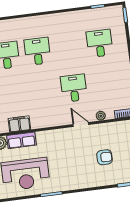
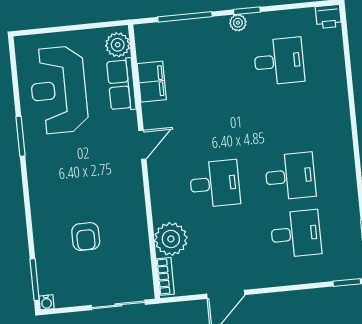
desk: (37, 51) -> (290, 176), moved
plant: (101, 116) -> (171, 239), width x1.88, depth x1.88
door: (81, 125) -> (142, 145), moved

